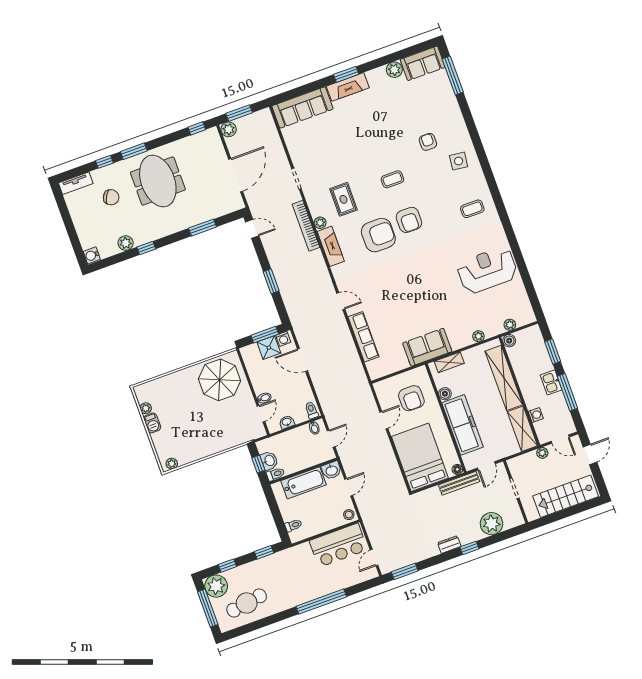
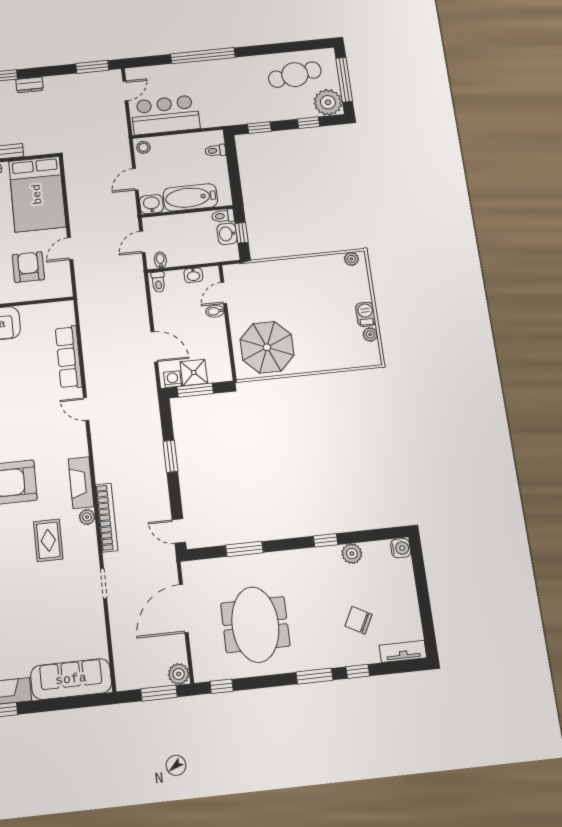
meeting table: (158, 181) -> (255, 625), moved

